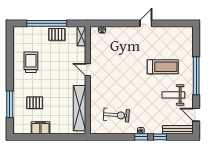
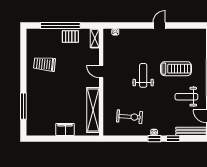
trolley: (31, 62) -> (45, 64), turned -84
weight bench: (130, 74) -> (143, 75), added
pallet: (35, 103) -> (48, 104), removed
filing cabinet: (40, 128) -> (65, 129), moved

